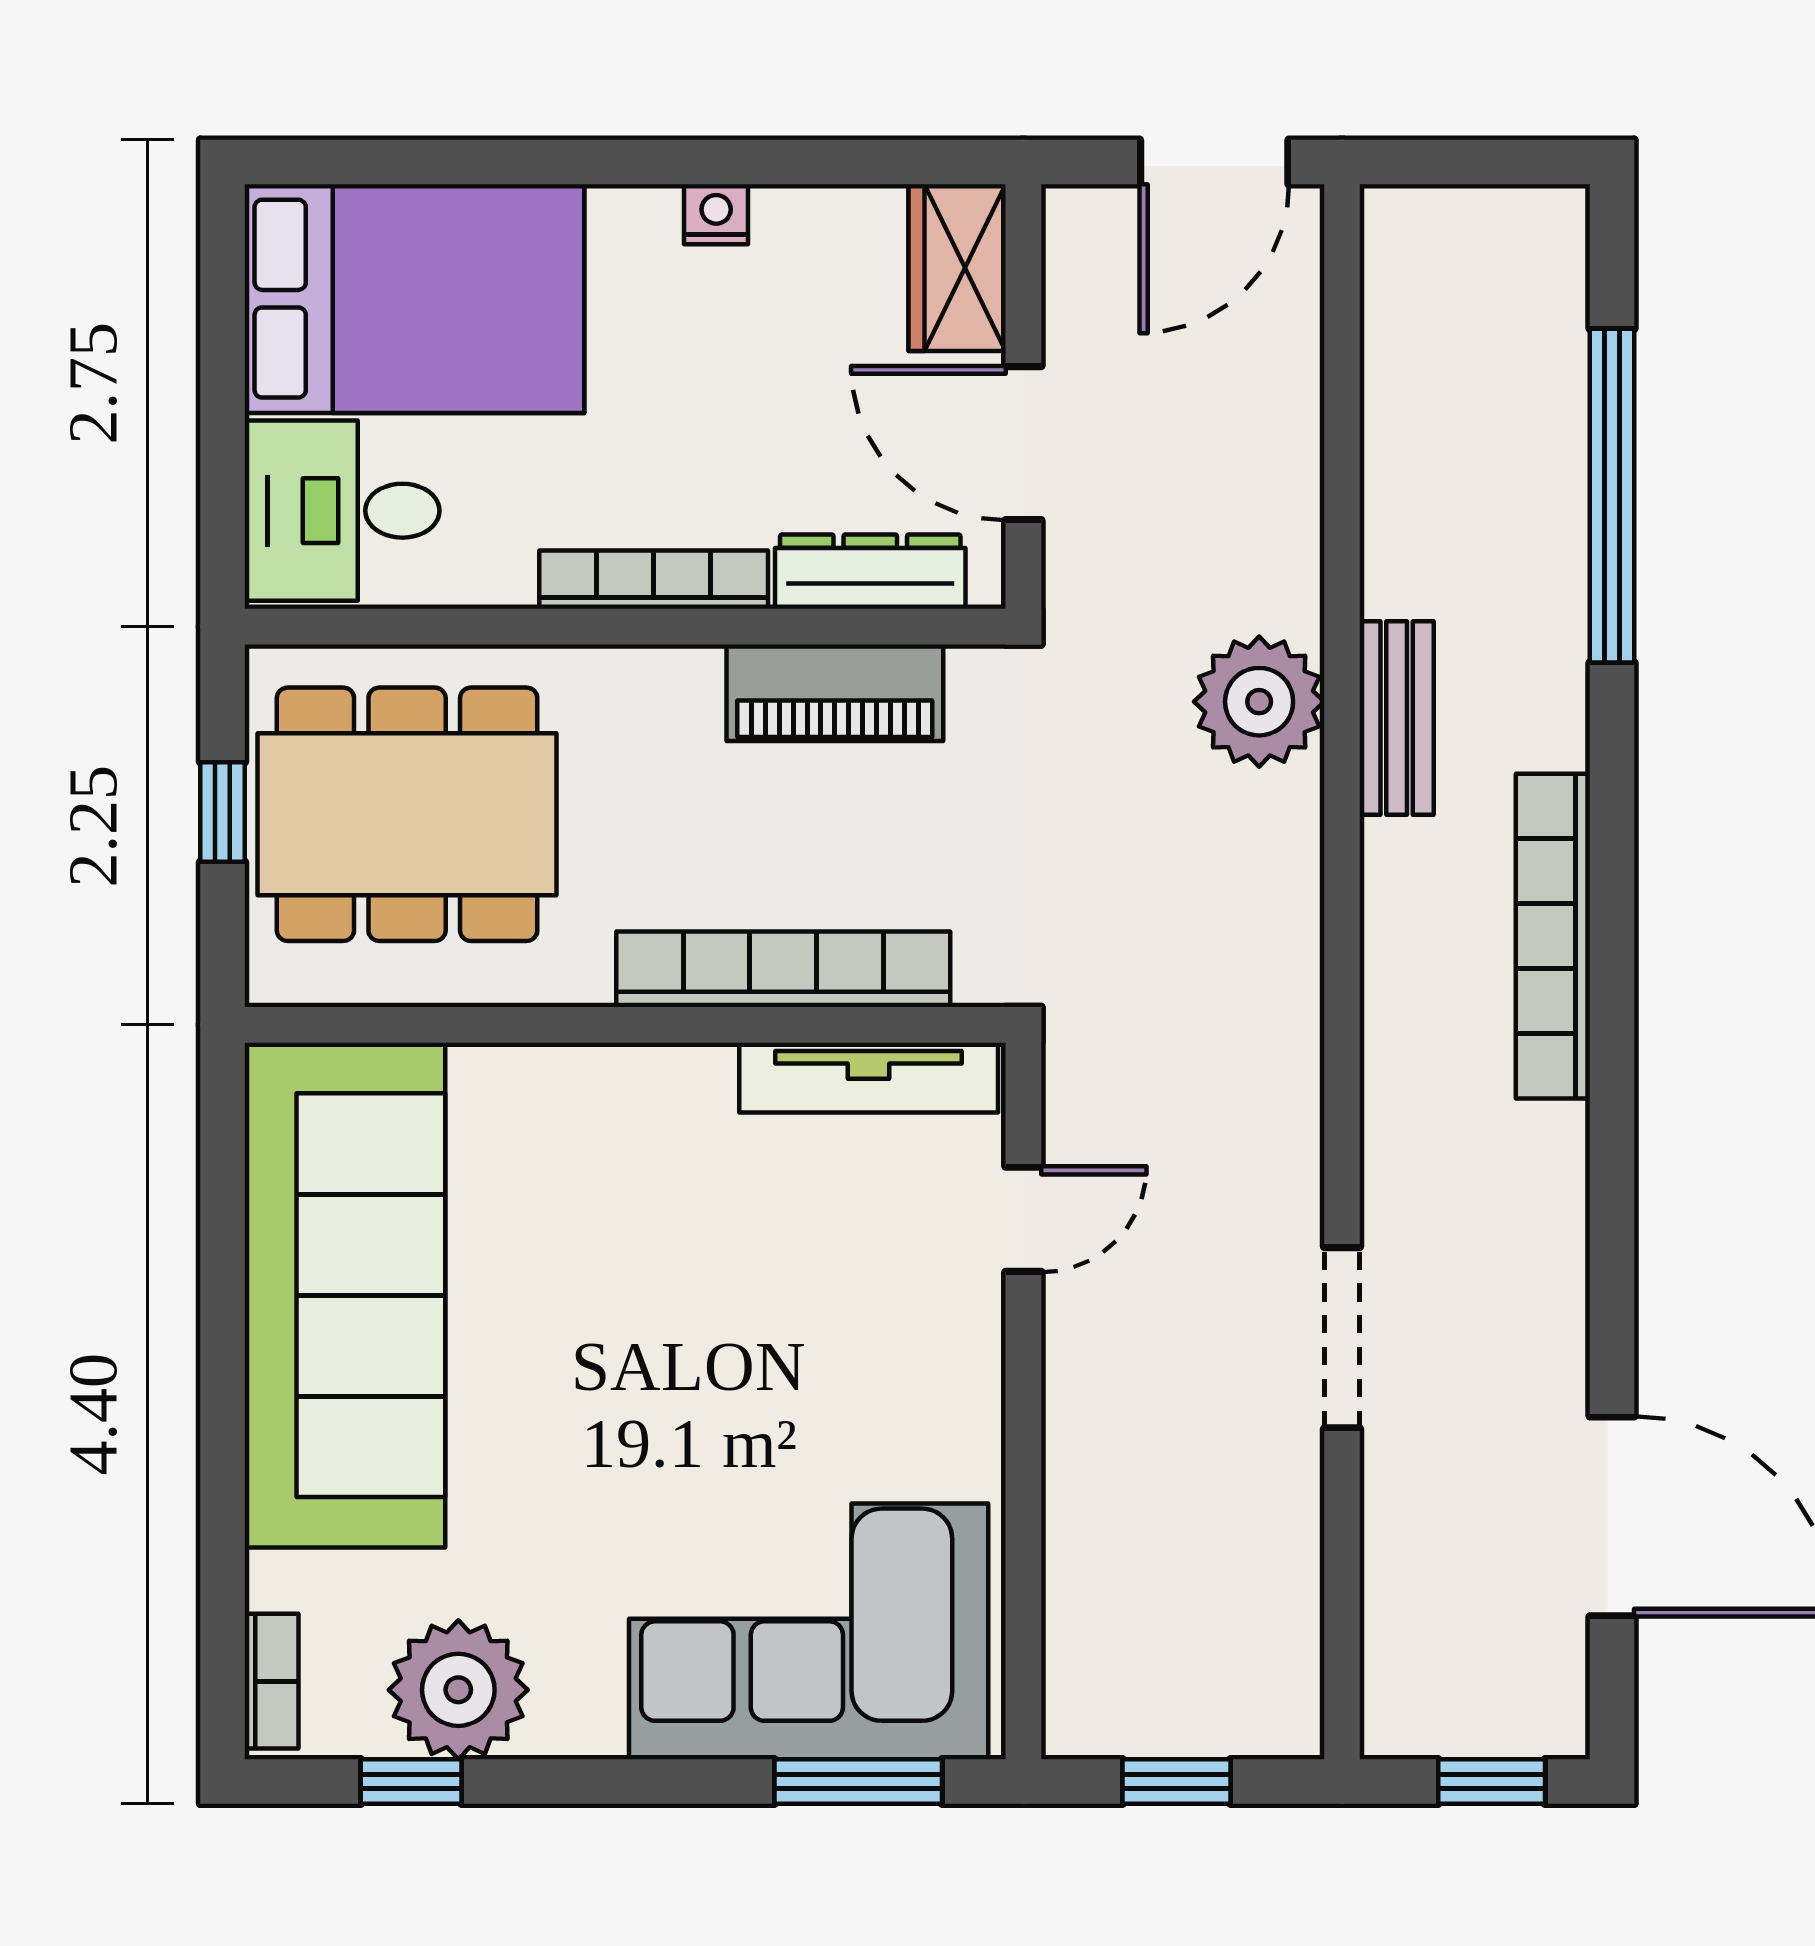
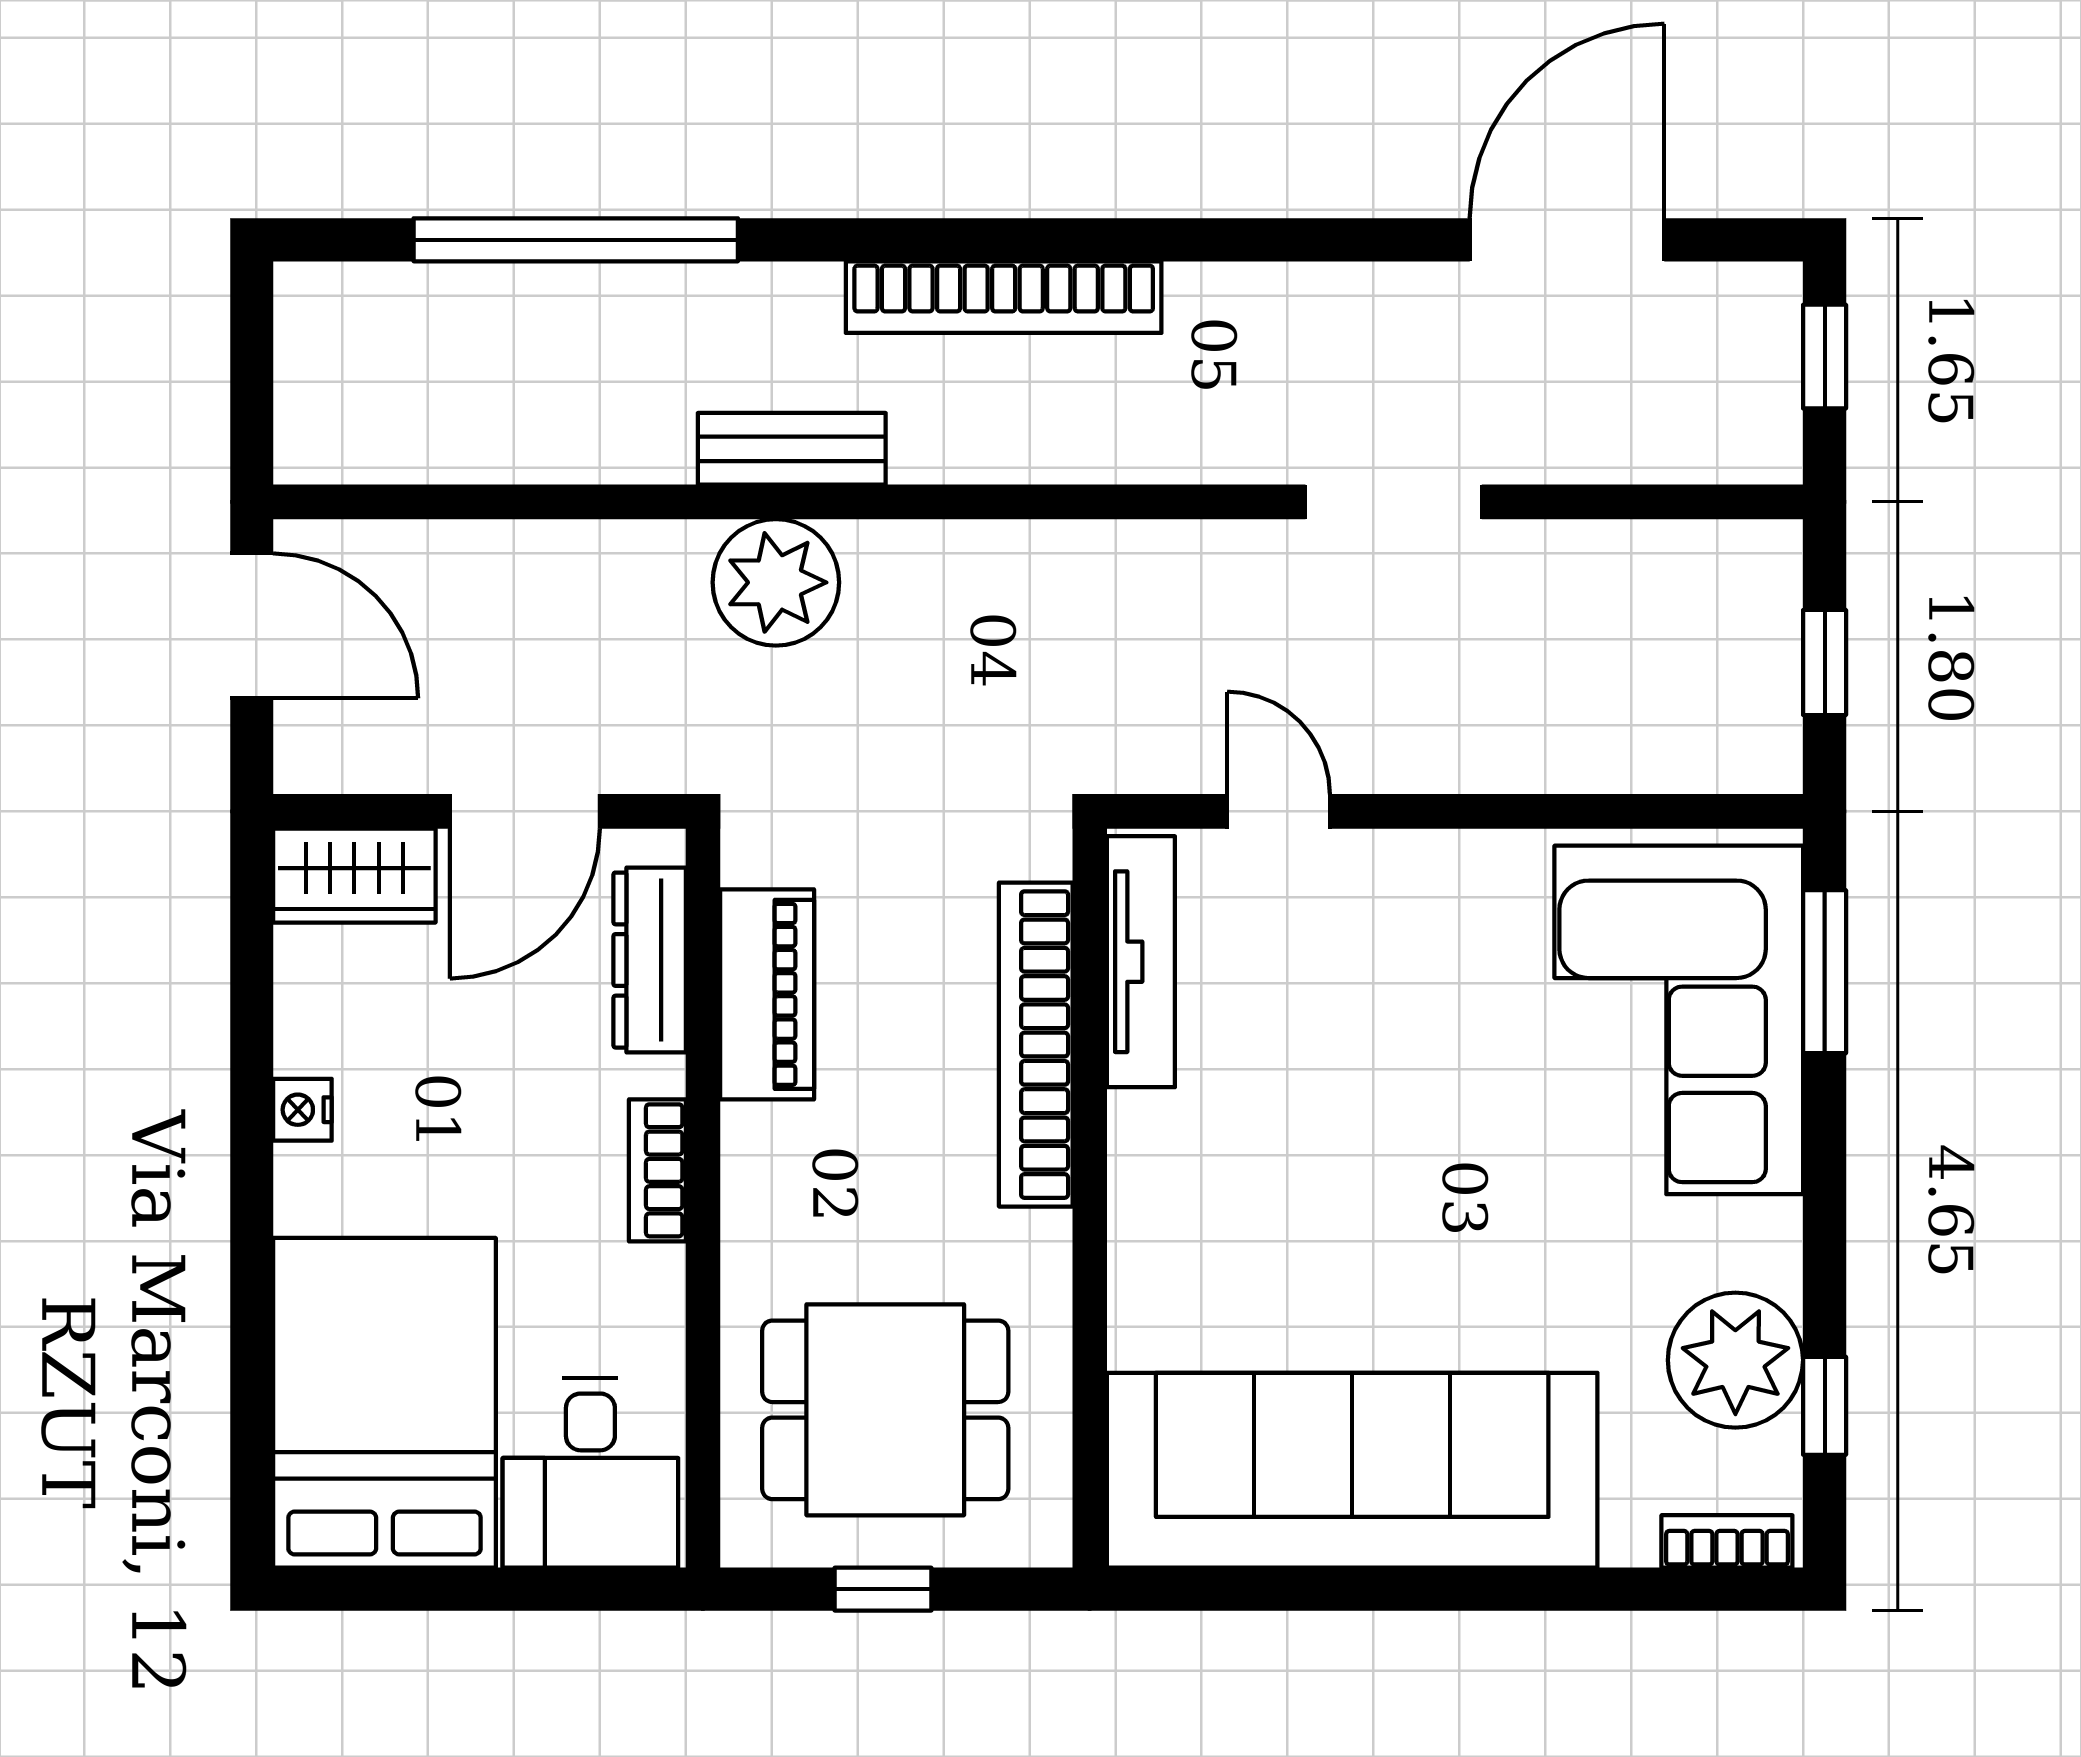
bookcase: (654, 580) -> (657, 1170), width x0.64
dining table: (407, 814) -> (885, 1410), width x0.73

